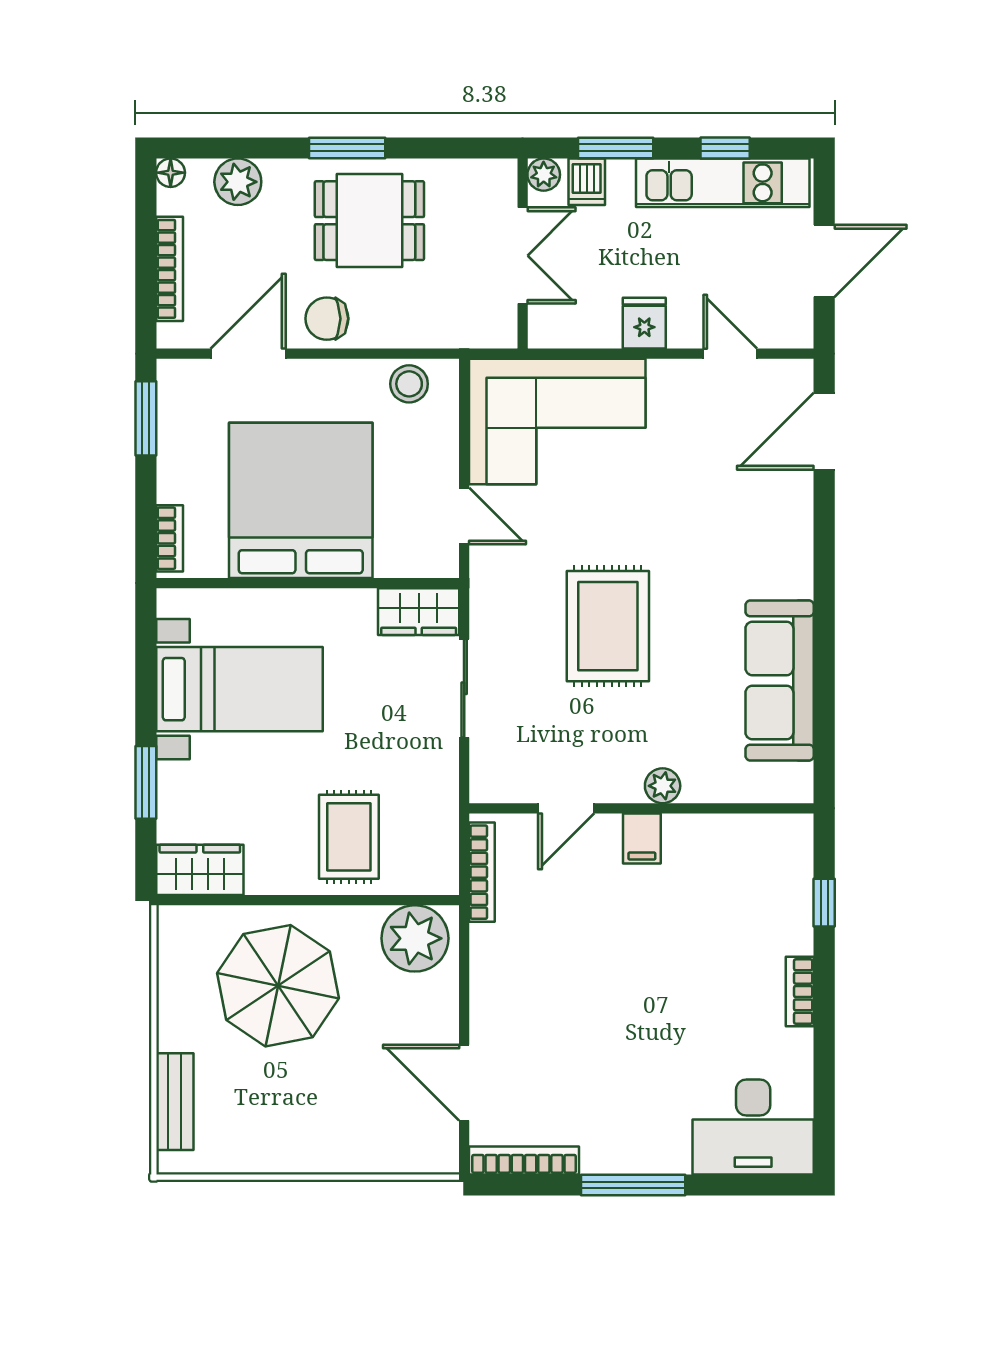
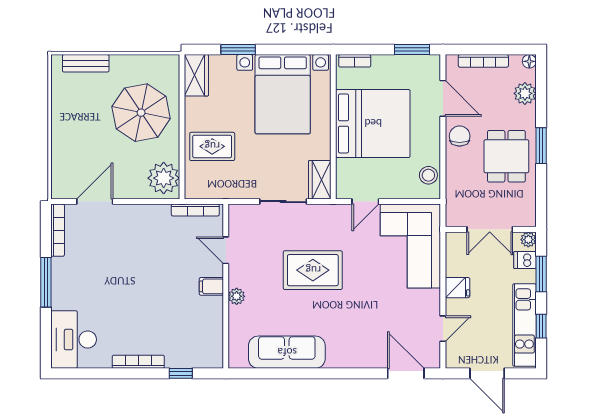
bed with nightstands: (239, 689) -> (283, 94), width x1.36
bookcase: (800, 992) -> (138, 362), width x1.56

